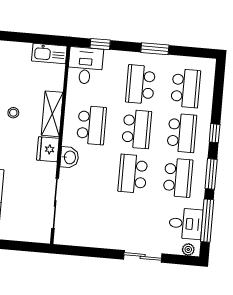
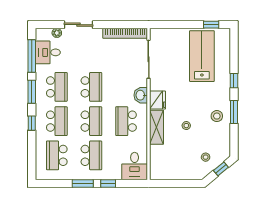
window: (100, 44) -> (108, 183), moved
kitchen sink: (49, 53) -> (163, 173), removed
school desk: (137, 129) -> (91, 121), turned 180
school desk: (182, 133) -> (57, 121), turned 180
school desk: (178, 178) -> (57, 87), turned 180
bookcase: (83, 240) -> (125, 33), added
plant: (188, 249) -> (57, 33), moved

